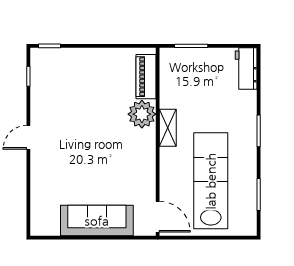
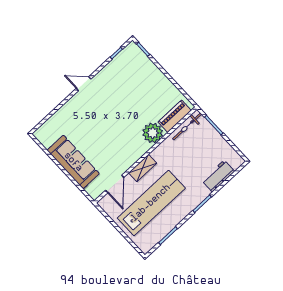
workbench: (246, 68) -> (218, 176), moved
bicycle: (168, 74) -> (187, 126), added
shelving: (168, 128) -> (143, 168), moved
door: (158, 217) -> (115, 184), moved

